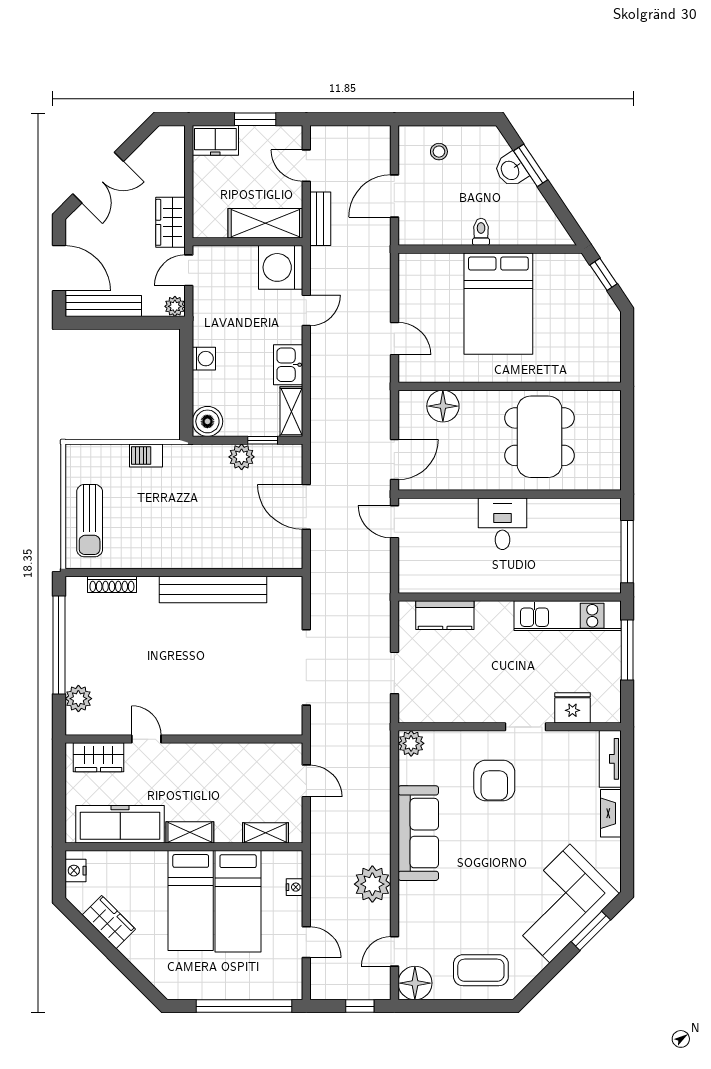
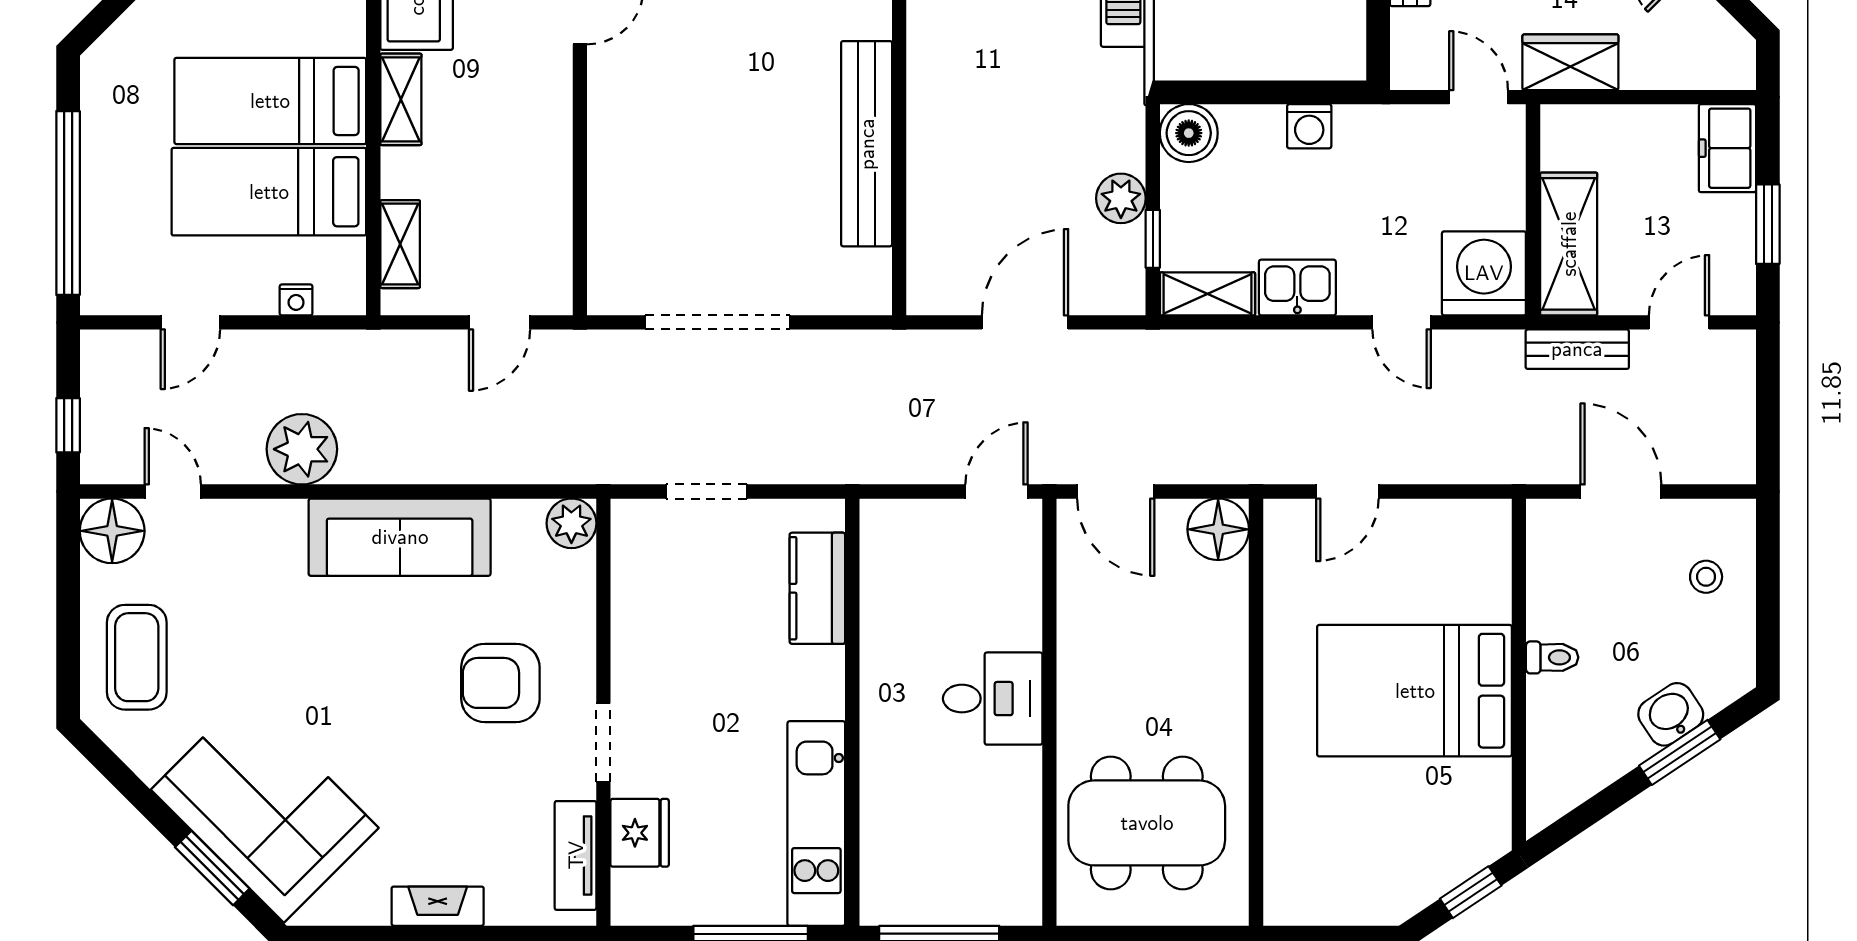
plant: (175, 306) -> (1409, 70), removed
floor lamp: (443, 406) -> (1218, 529), moved
dining table: (539, 437) -> (1147, 823), moved
tv unit: (610, 759) -> (576, 855), moved, turned -90

